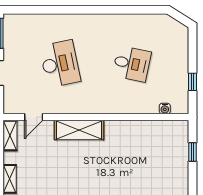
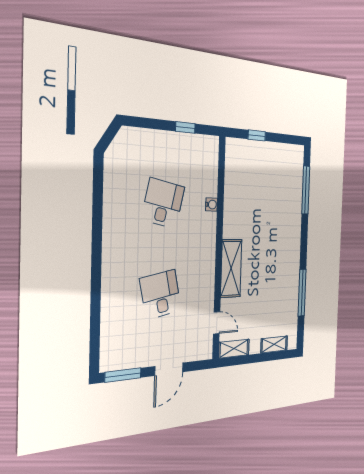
desk: (60, 64) -> (161, 295), width x0.73
water cooler: (165, 109) -> (211, 204), moved

